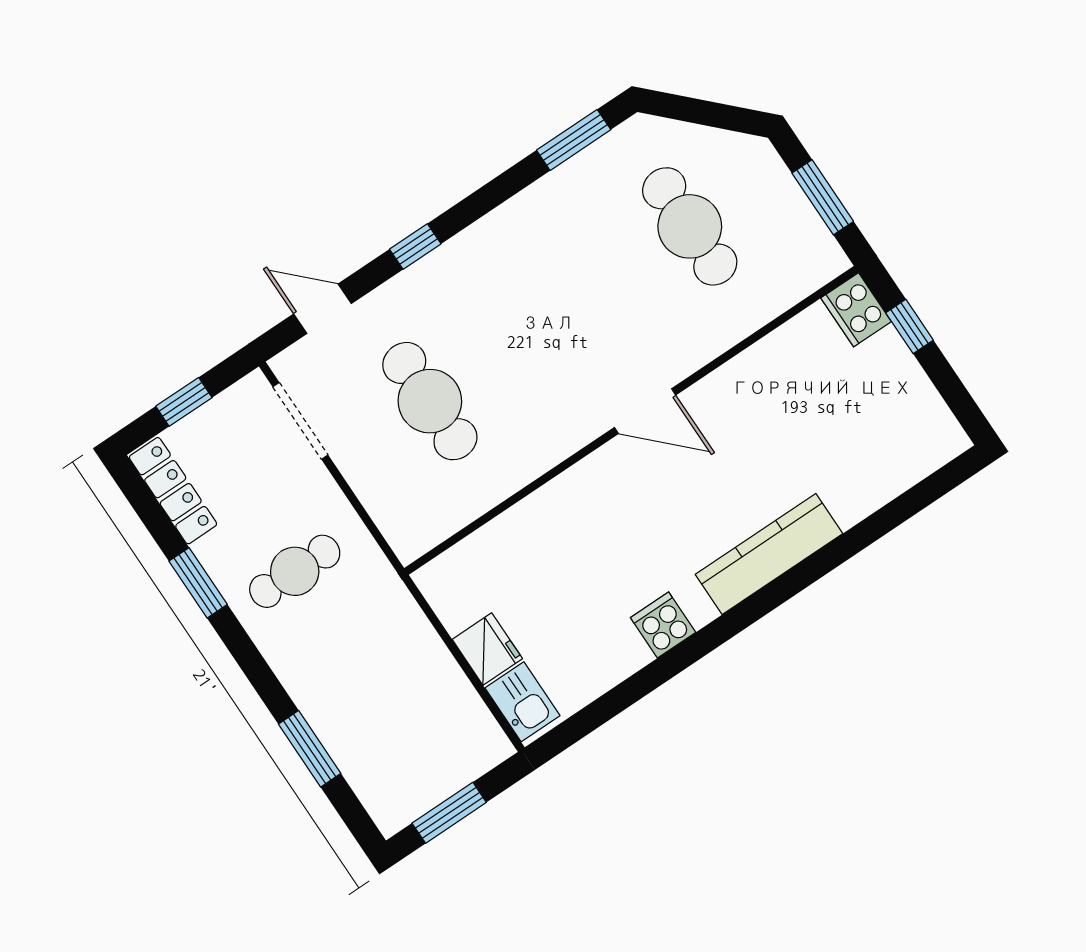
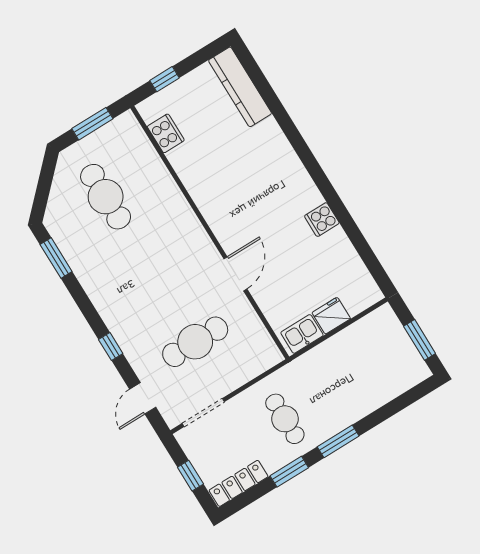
cafe table: (690, 226) -> (106, 197), turned 90
cooker: (856, 310) -> (166, 133), moved, turned -90
door: (645, 411) -> (235, 274), moved
kitchen counter: (769, 554) -> (240, 87), moved
kitchen sink: (522, 702) -> (302, 334), moved
window: (310, 749) -> (338, 441), moved

